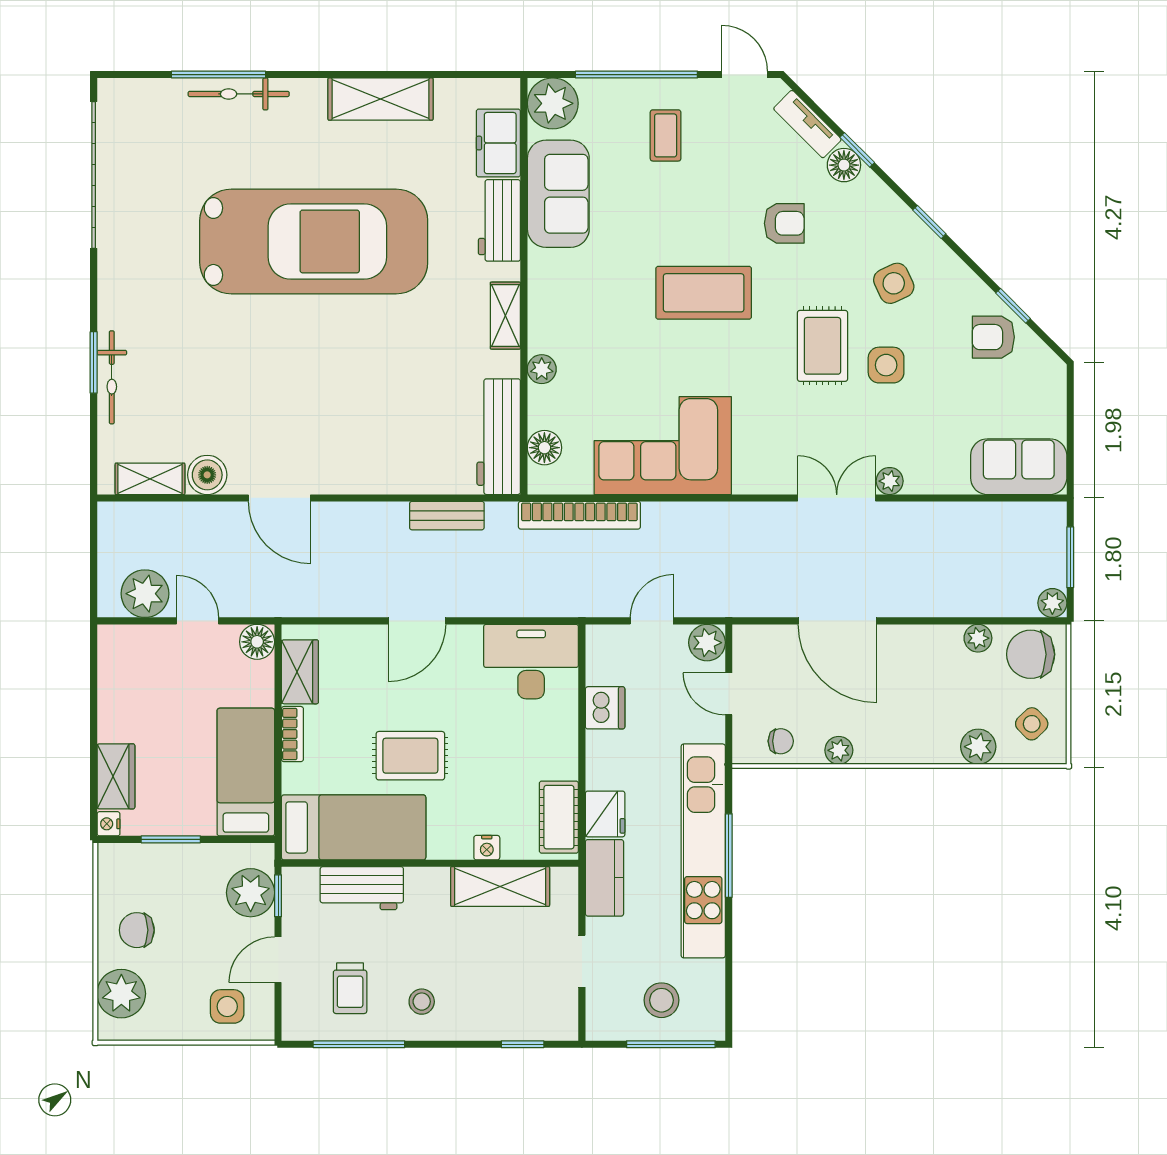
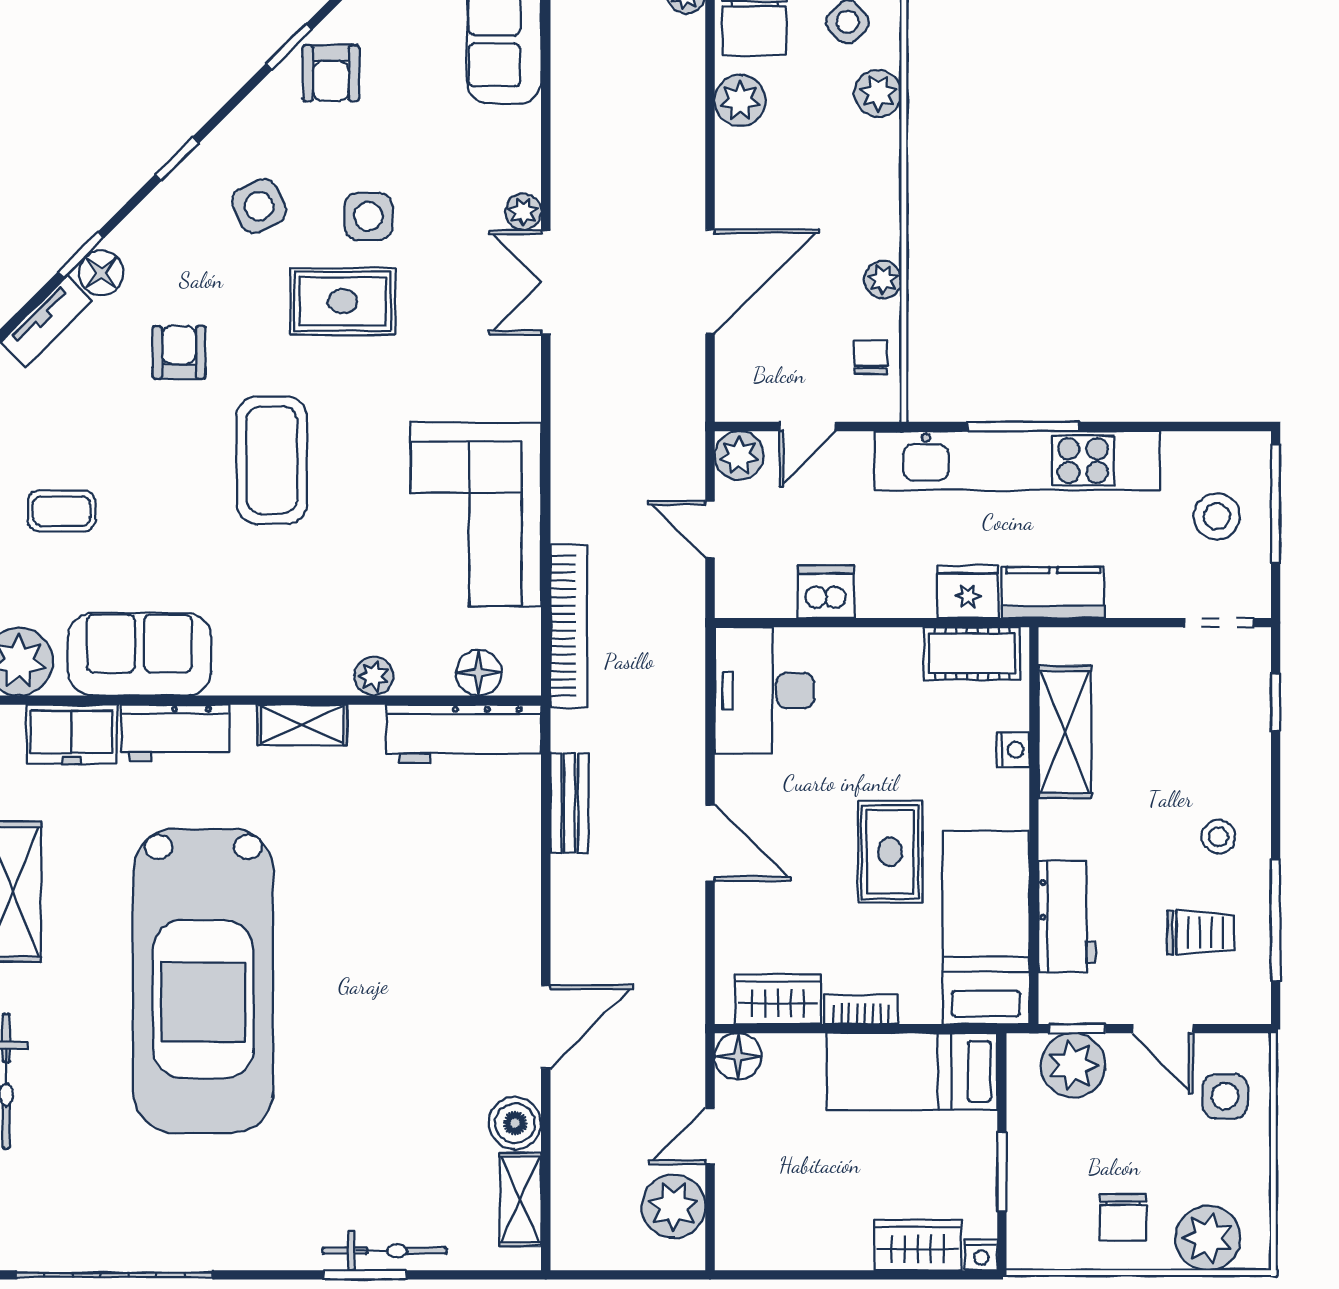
car: (314, 241) -> (203, 981), turned 180
plant: (978, 638) -> (740, 101), width x1.38, depth x1.38
doorway: (582, 961) -> (1219, 623), moved

